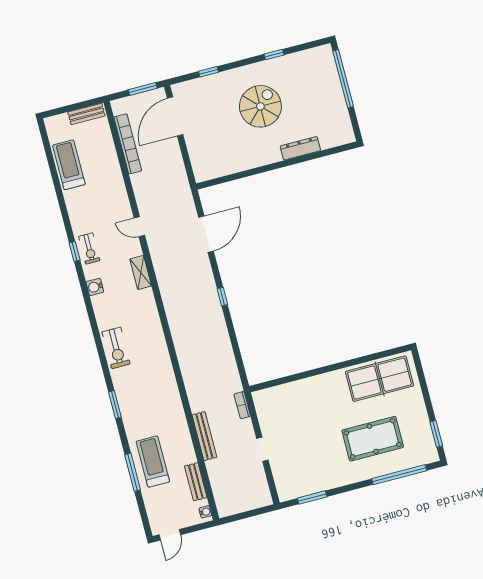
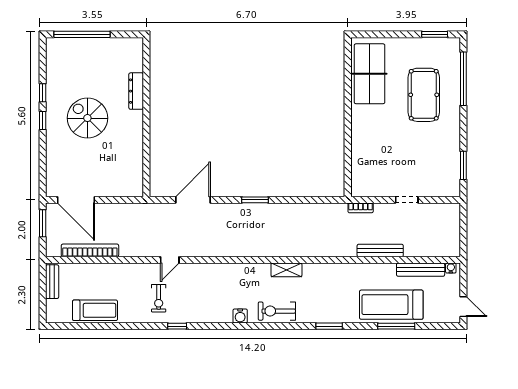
window: (209, 72) -> (43, 121), moved
treadmill: (69, 165) -> (95, 310), turned 180
door: (206, 234) -> (193, 200), hinge flipped
exercise bike: (89, 249) -> (159, 298), moved, turned 90
shelving: (141, 272) -> (286, 270), moved
water cooler: (95, 287) -> (240, 316), moved
window: (222, 297) -> (255, 200), width x1.50
exercise bike: (116, 348) -> (277, 311), turned 180
treadmill: (153, 462) -> (391, 305), width x1.37, depth x1.38
bench: (196, 482) -> (421, 270), width x1.36

